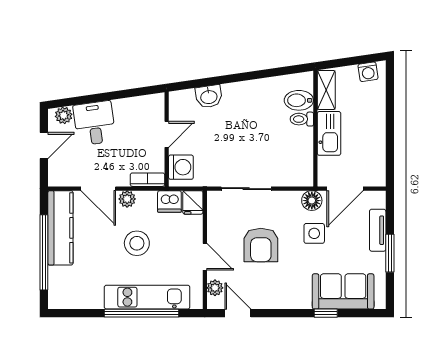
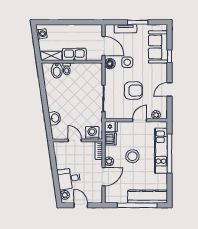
kitchen counter: (60, 228) -> (148, 197), moved
door: (238, 313) -> (169, 89), moved

